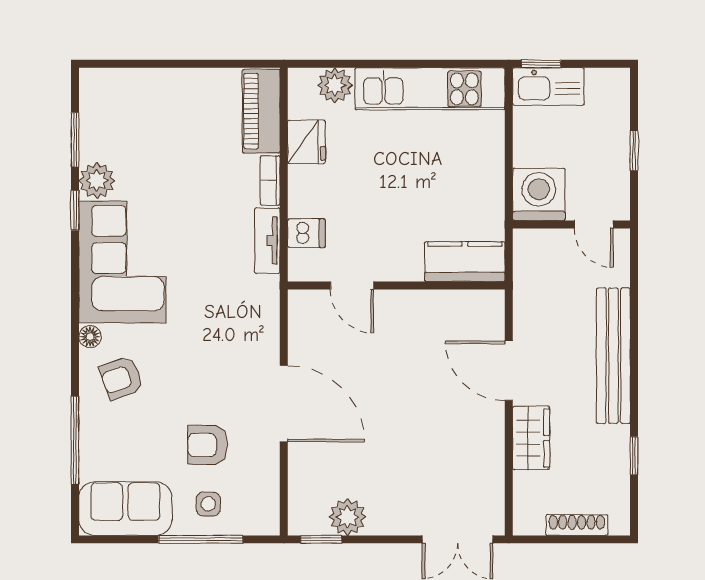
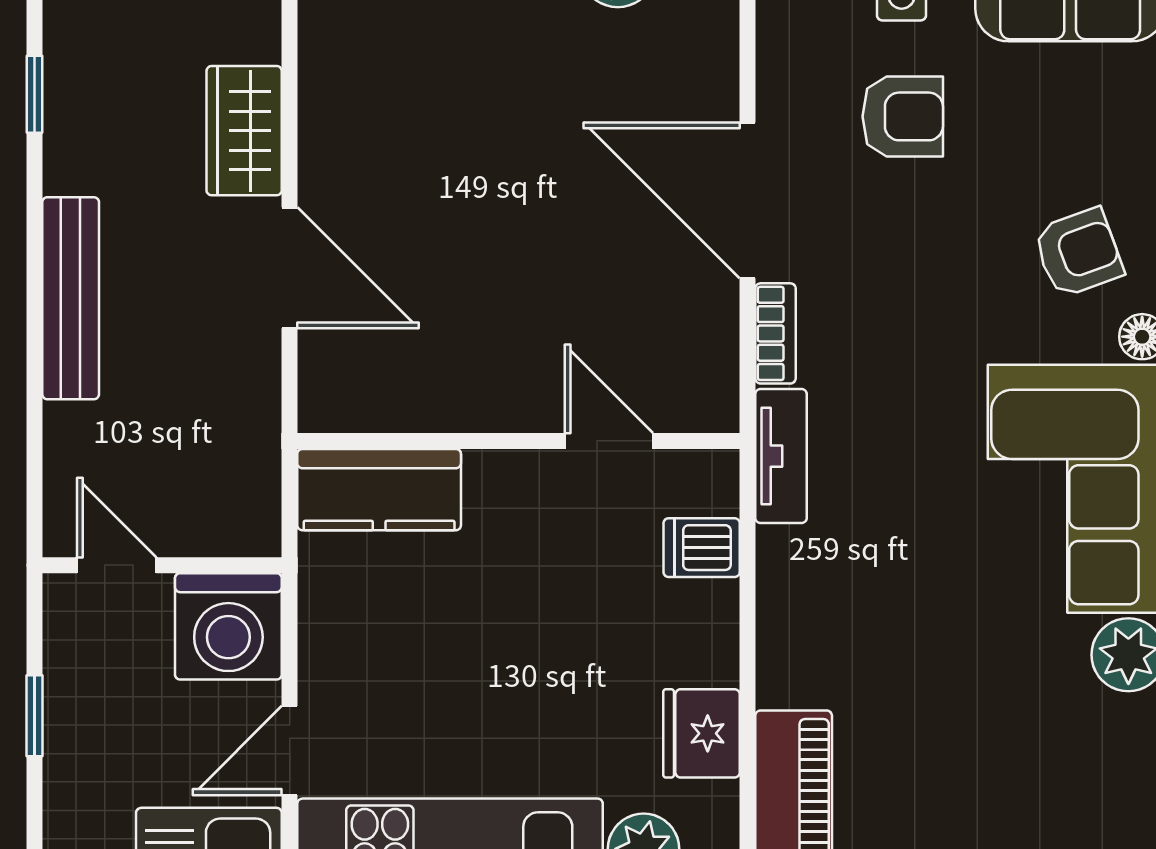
door: (509, 133) -> (290, 751), added
bookcase: (270, 180) -> (775, 333), moved
tv unit: (267, 241) -> (781, 456), moved
bench: (613, 356) -> (71, 298), width x0.73, depth x0.82

